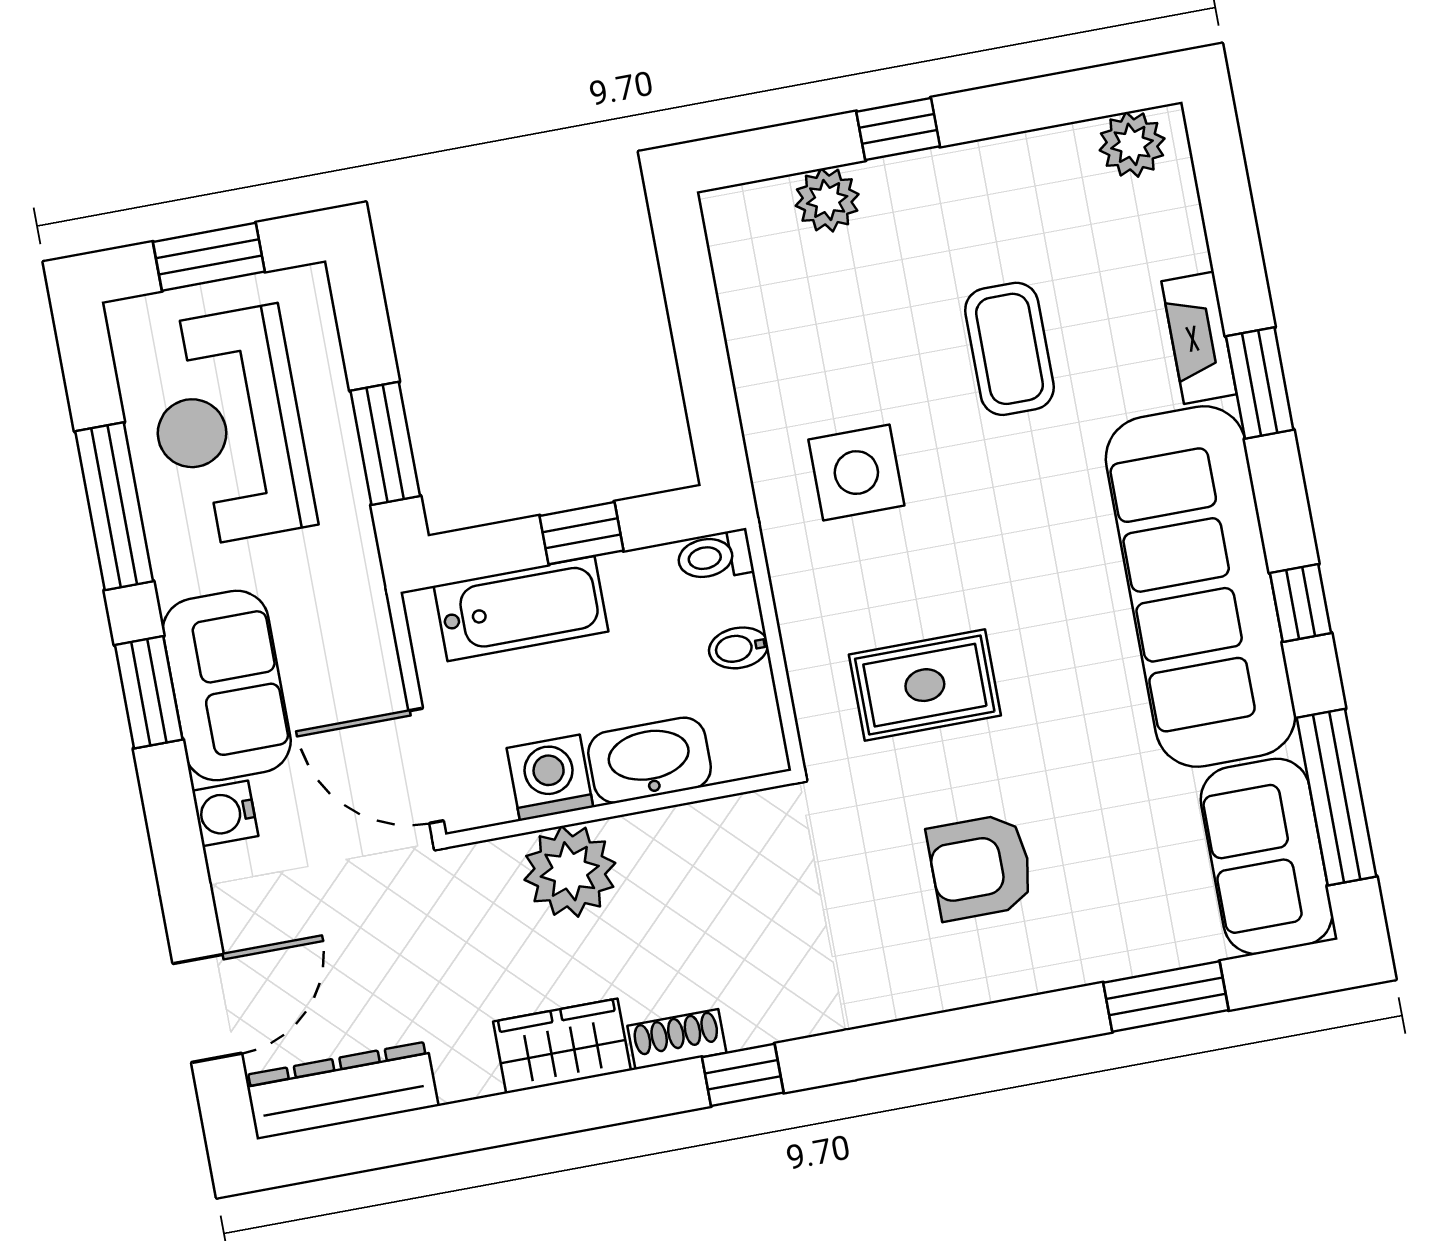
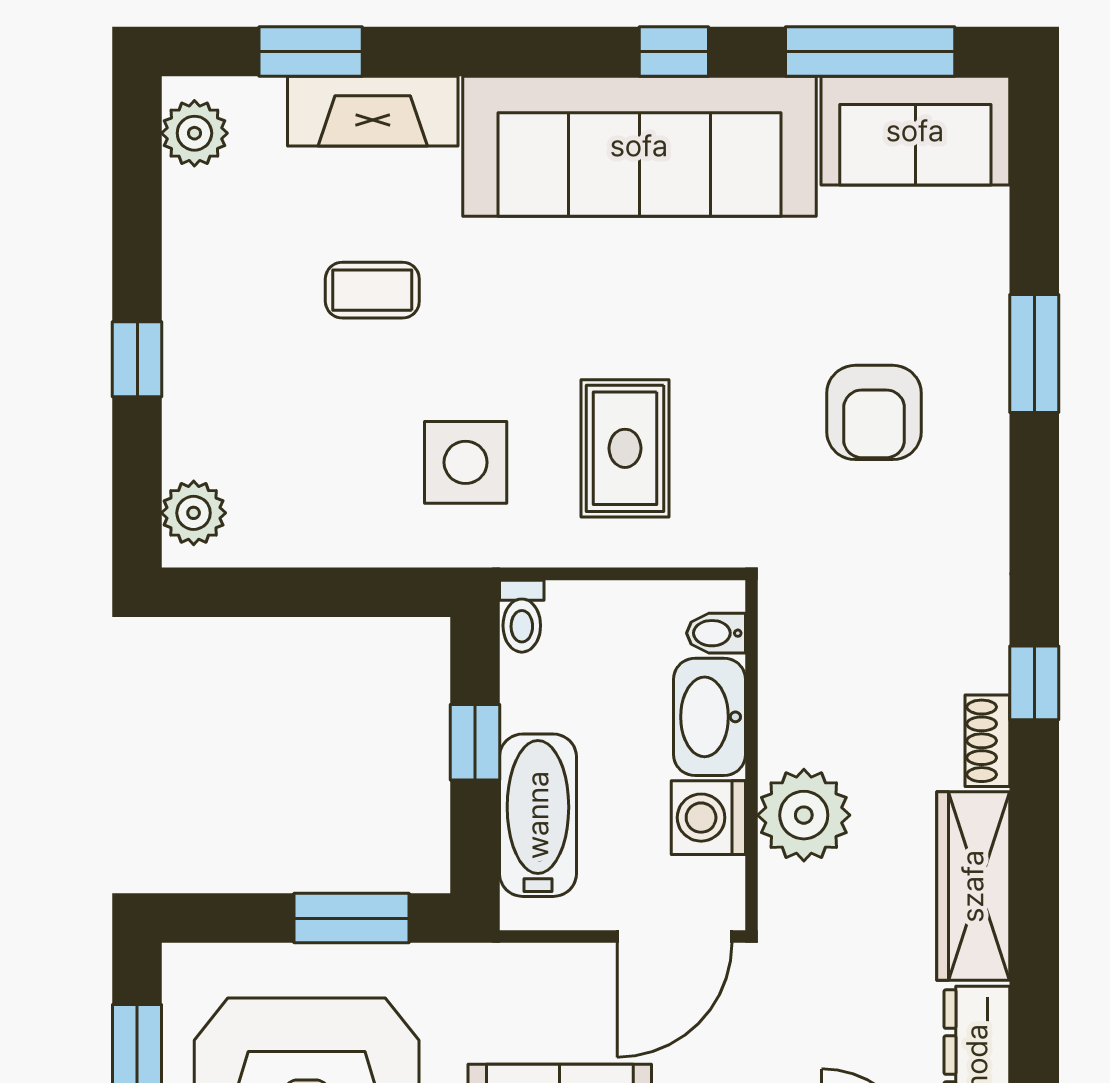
plant: (827, 200) -> (194, 513), moved
fireplace: (1199, 338) -> (373, 111), width x1.37, depth x1.32
coffee table: (1009, 349) -> (372, 290), width x0.73, depth x0.77
window: (1260, 383) -> (311, 51), moved
bidet: (739, 648) -> (716, 633), moved, turned 90
rug: (925, 685) -> (625, 448), moved
window: (1166, 996) -> (1034, 354), moved
wardrobe: (562, 1046) -> (973, 886), width x1.50

